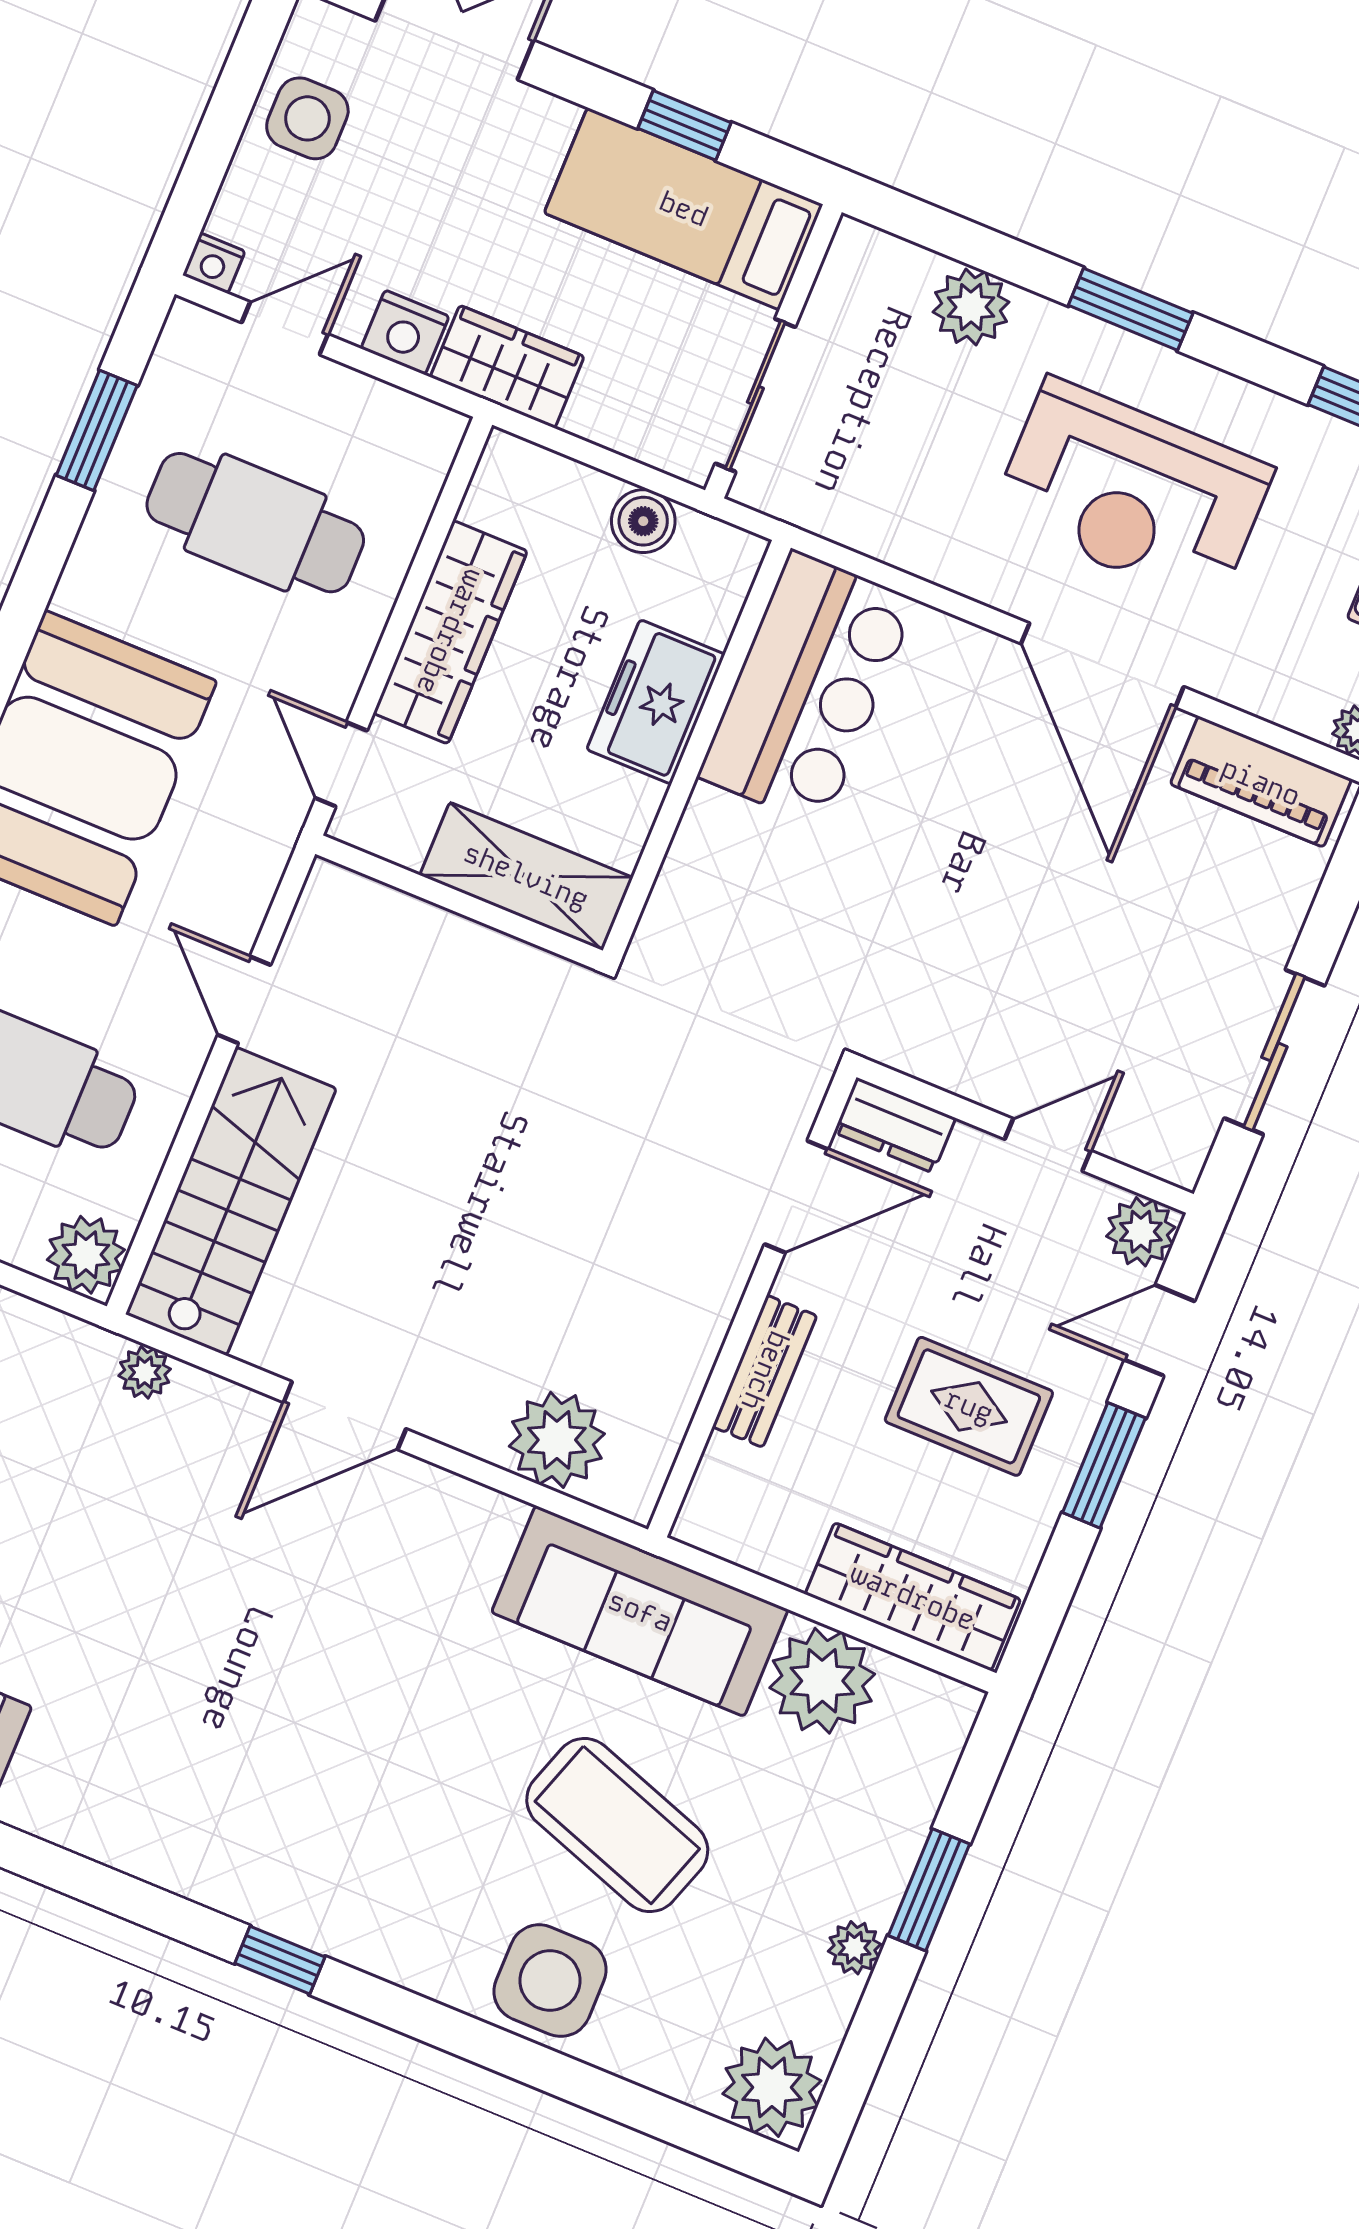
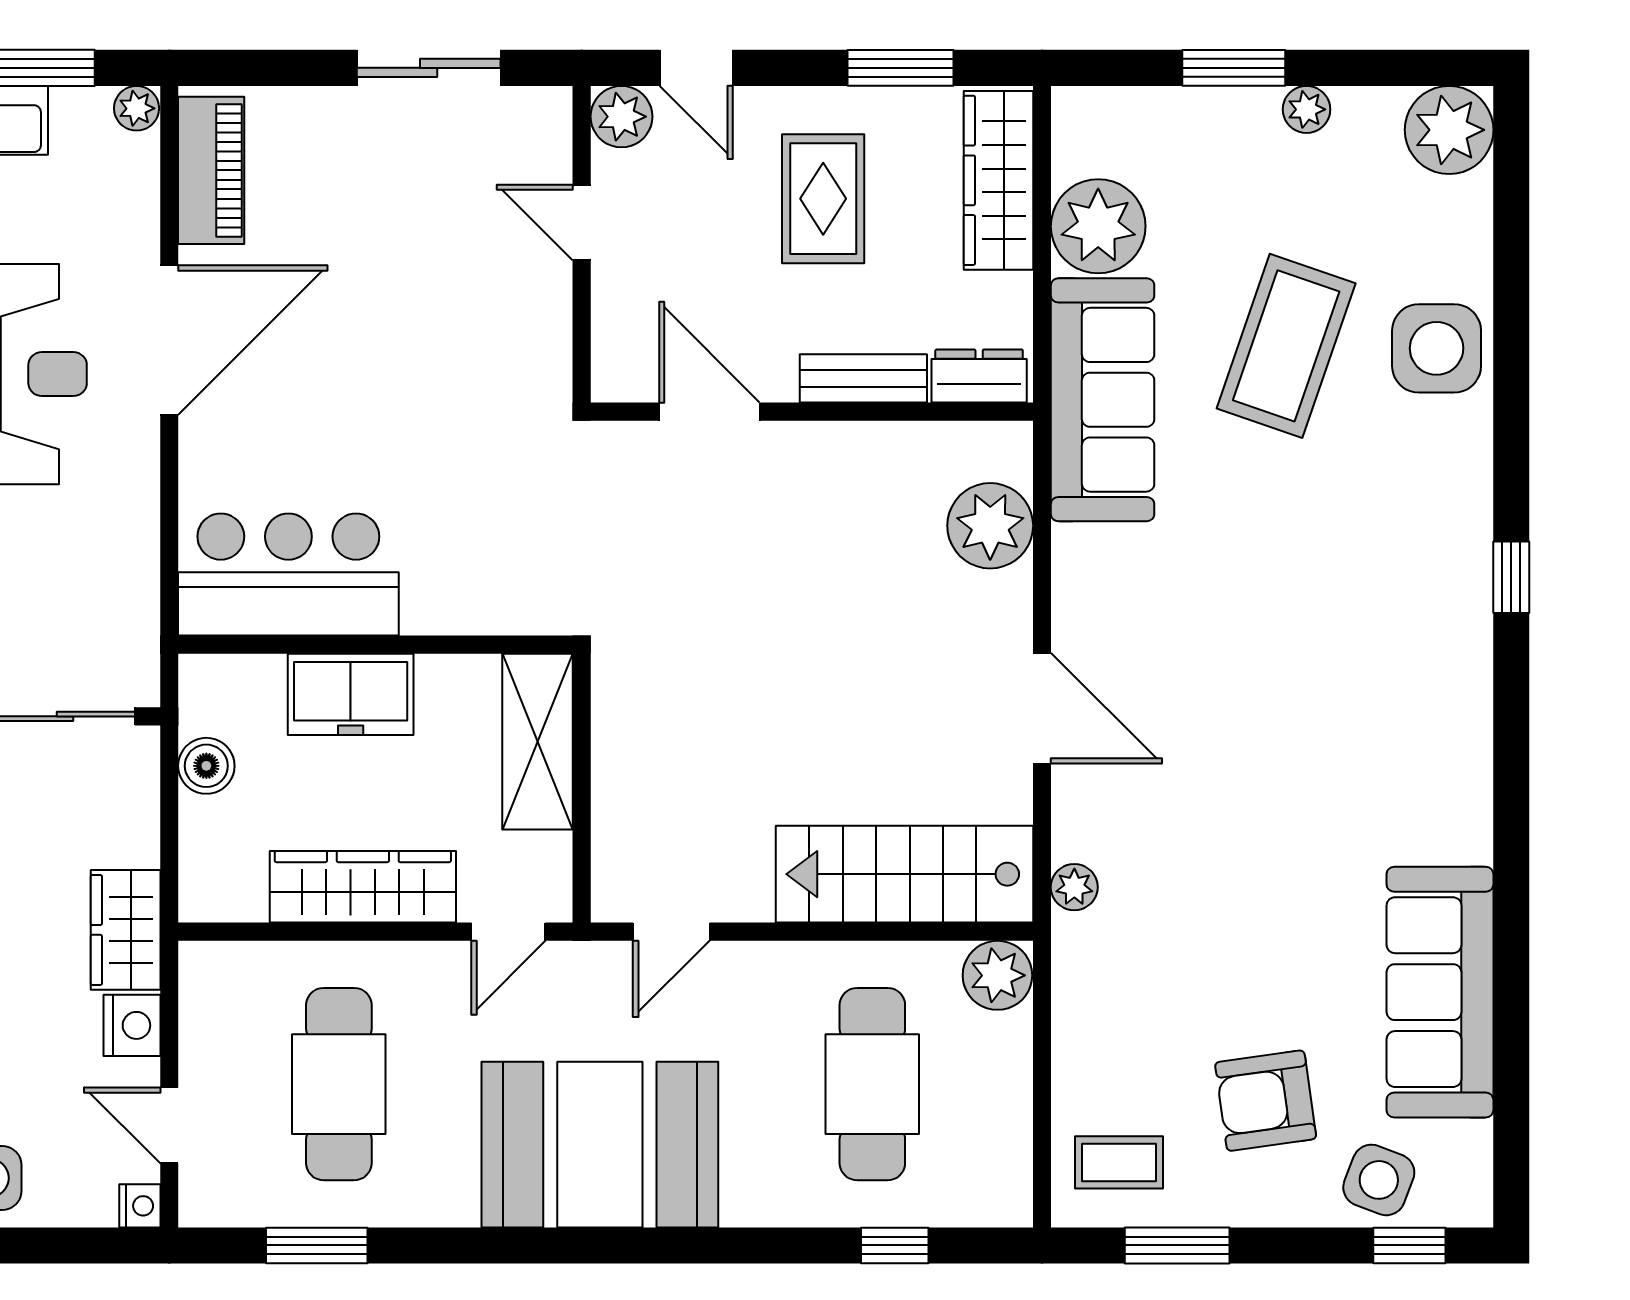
door: (244, 1000) -> (671, 932), moved
dresser: (895, 1125) -> (979, 376), moved, turned -90
window: (1104, 1465) -> (901, 68), moved

